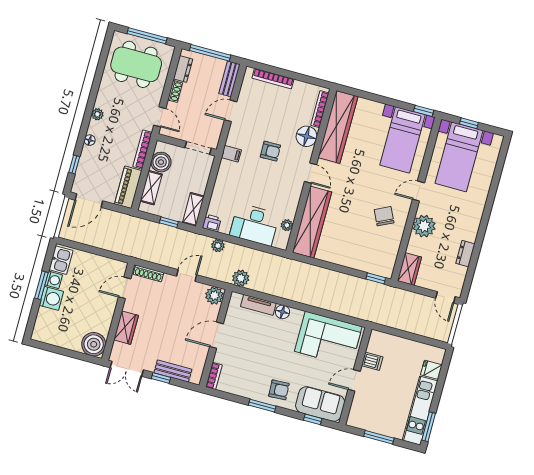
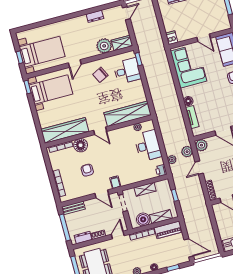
door: (231, 111) -> (102, 194), moved
armchair: (270, 151) -> (87, 170), moved
door: (311, 173) -> (100, 131), swing flipped
door: (418, 191) -> (75, 64), hinge flipped
shelving: (193, 209) -> (145, 189), moved
plant: (424, 226) -> (104, 46), moved
desk: (369, 254) -> (127, 71), added
door: (187, 275) -> (199, 168), hinge flipped
plant: (241, 278) -> (187, 152), moved
dishwasher: (372, 361) -> (172, 38), moved

